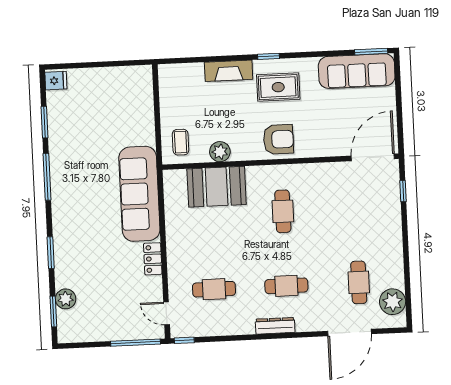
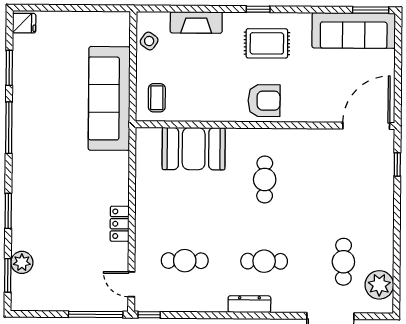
fireplace: (229, 71) -> (196, 22), moved
side table: (171, 91) -> (149, 41), added
plant: (220, 152) -> (199, 111), removed
sofa: (139, 194) -> (109, 98), moved

